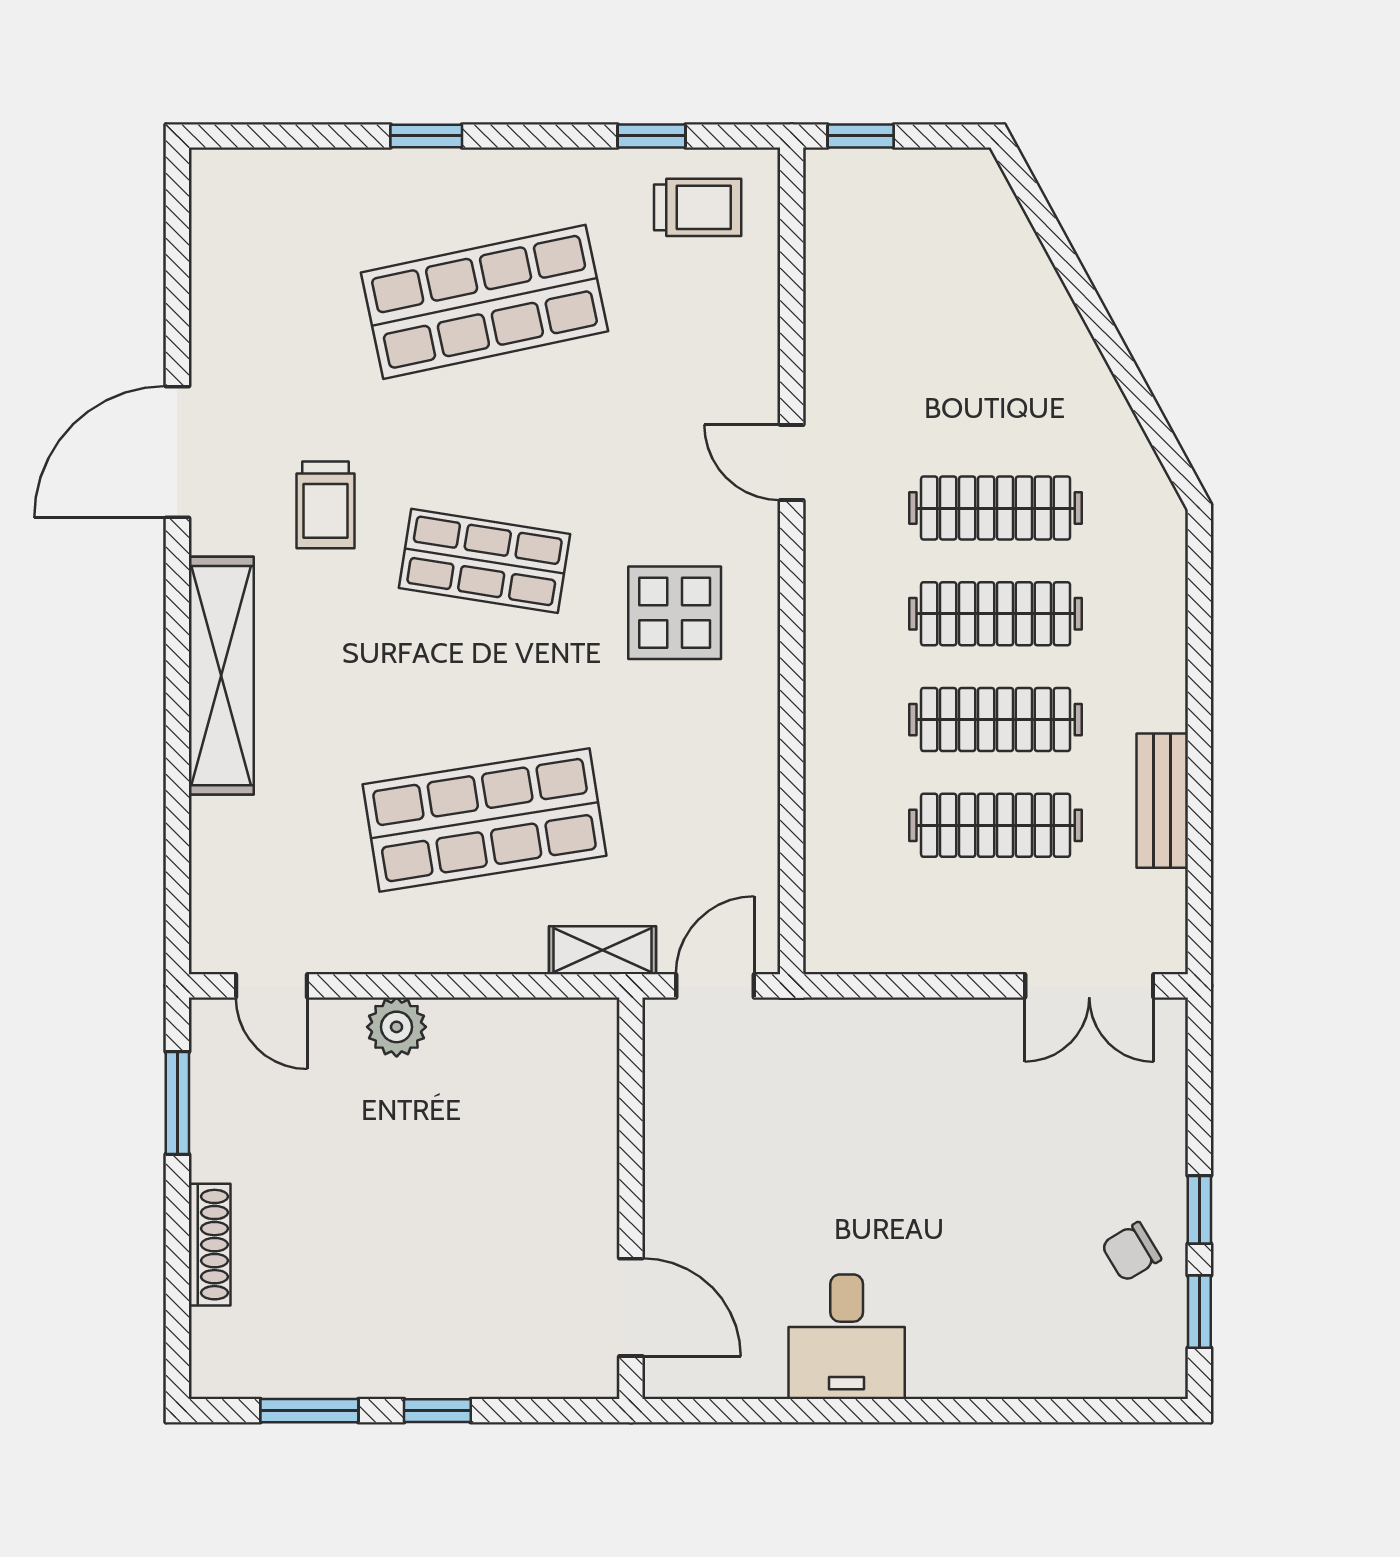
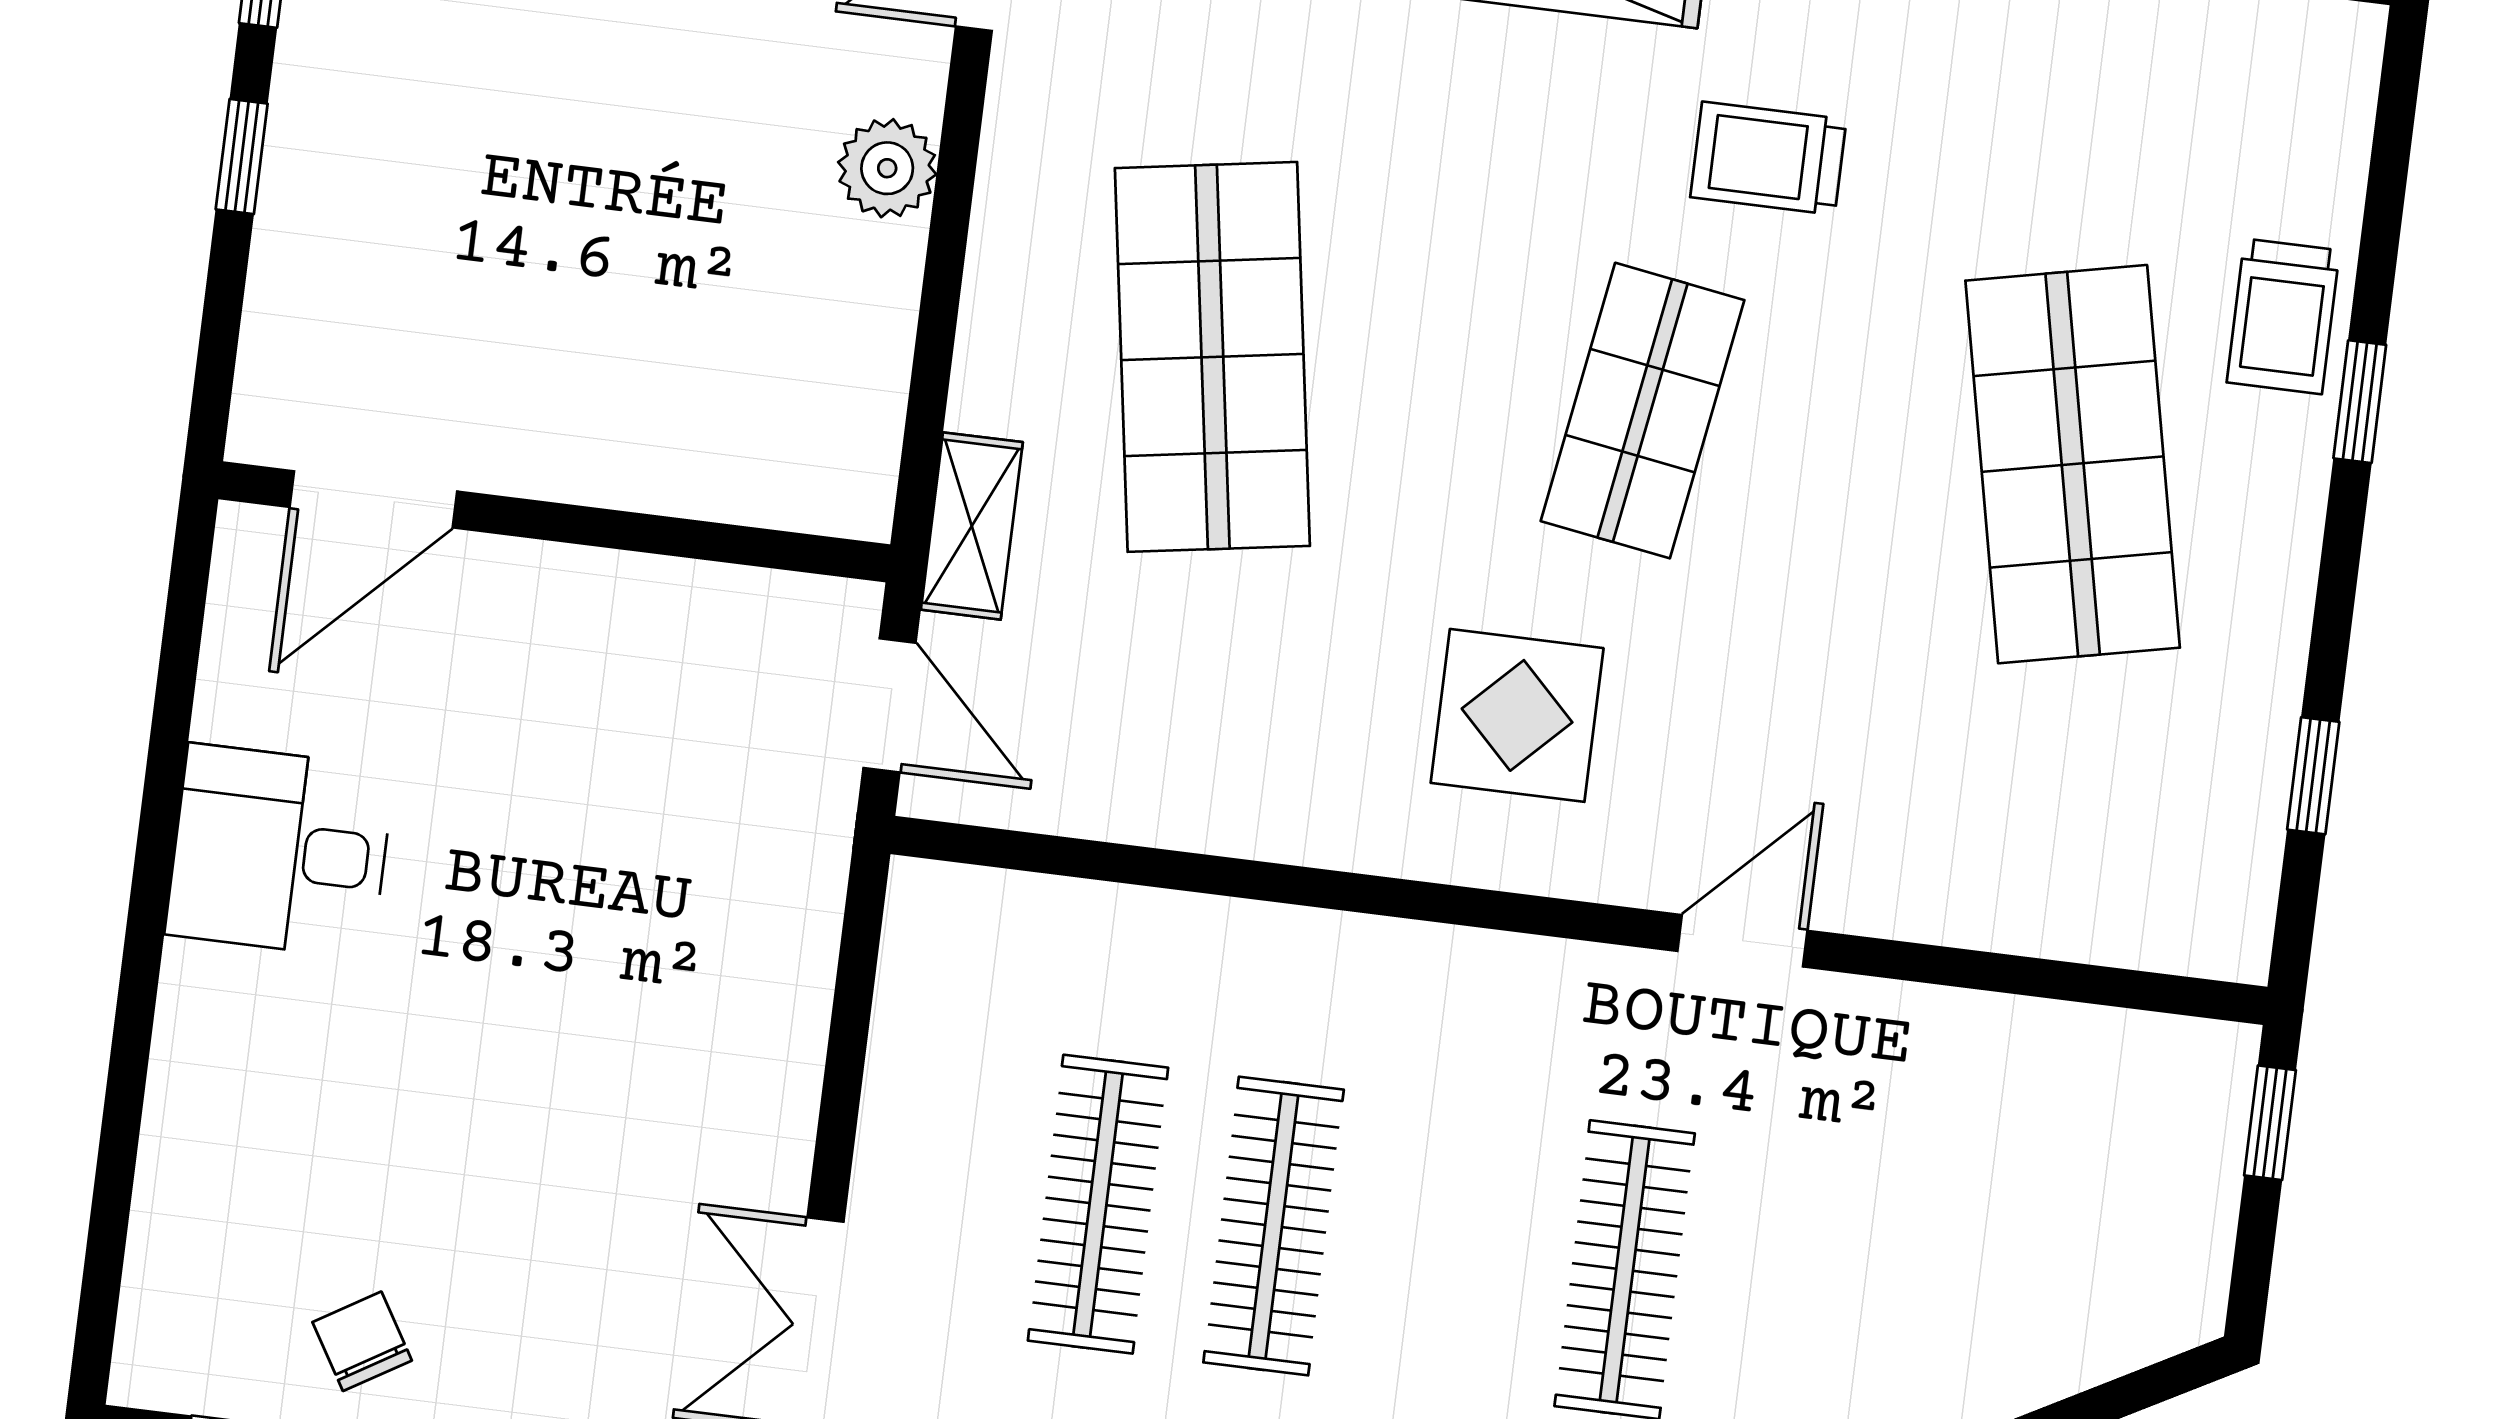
trolley: (698, 207) -> (2283, 316), moved
clothes rail: (996, 614) -> (1449, 1248), removed

